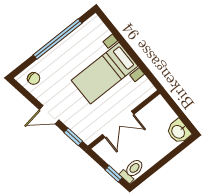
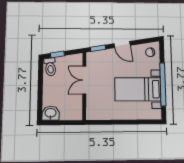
bed with nightstands: (105, 73) -> (138, 89), moved, turned -90
door: (49, 115) -> (122, 45), swing flipped

